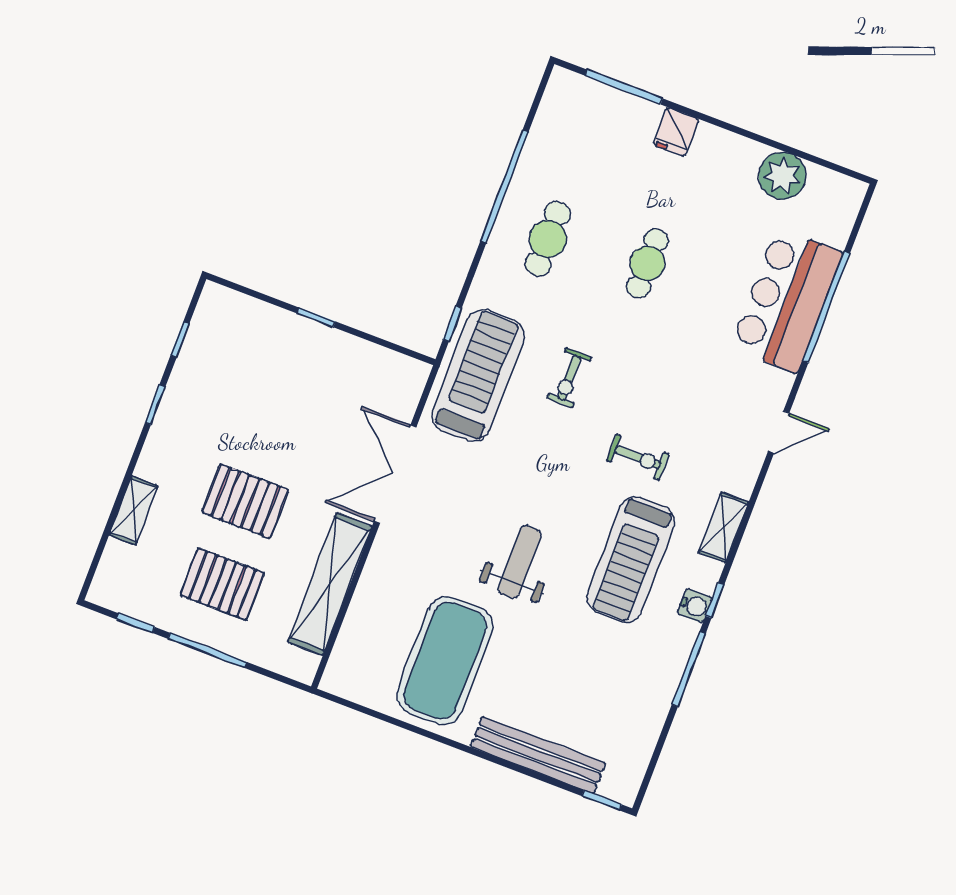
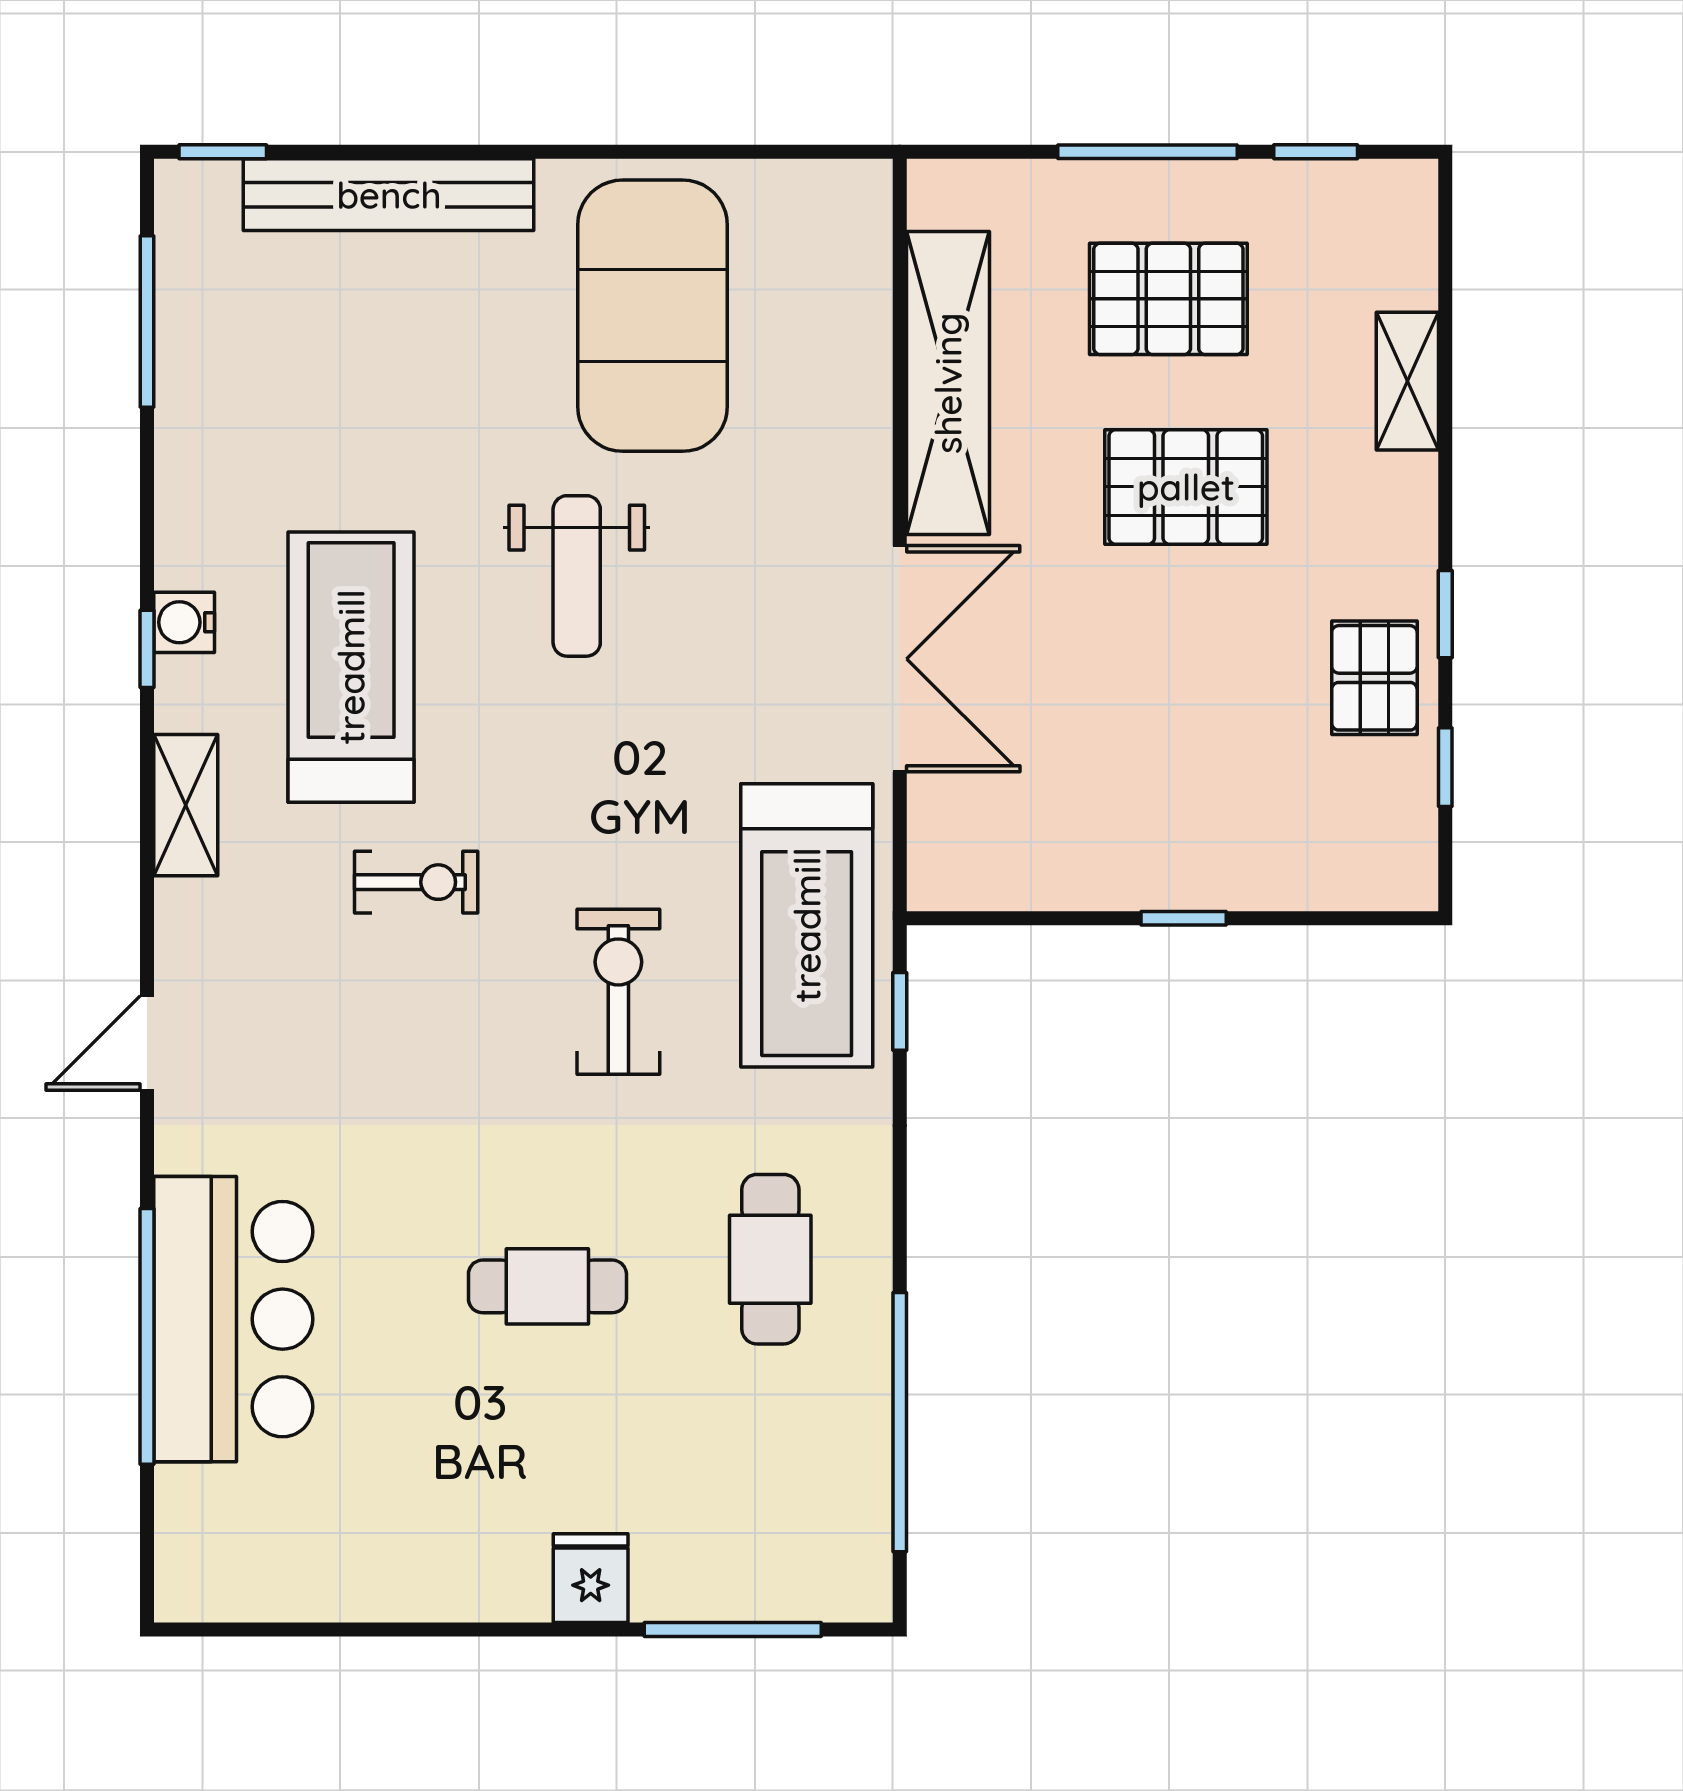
plant: (782, 176) -> (339, 1571), removed
window: (505, 186) -> (900, 1422), moved
cafe table: (647, 263) -> (547, 1286), turned 90
exercise bike: (569, 378) -> (618, 992), width x1.38, depth x1.39
pallet: (196, 389) -> (1374, 678), added
exercise bike: (638, 457) -> (416, 882), turned 180
window: (689, 669) -> (147, 322), moved

